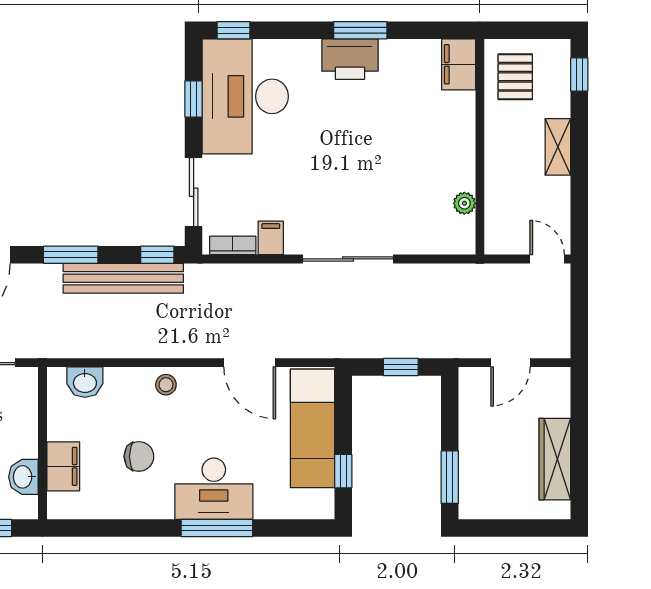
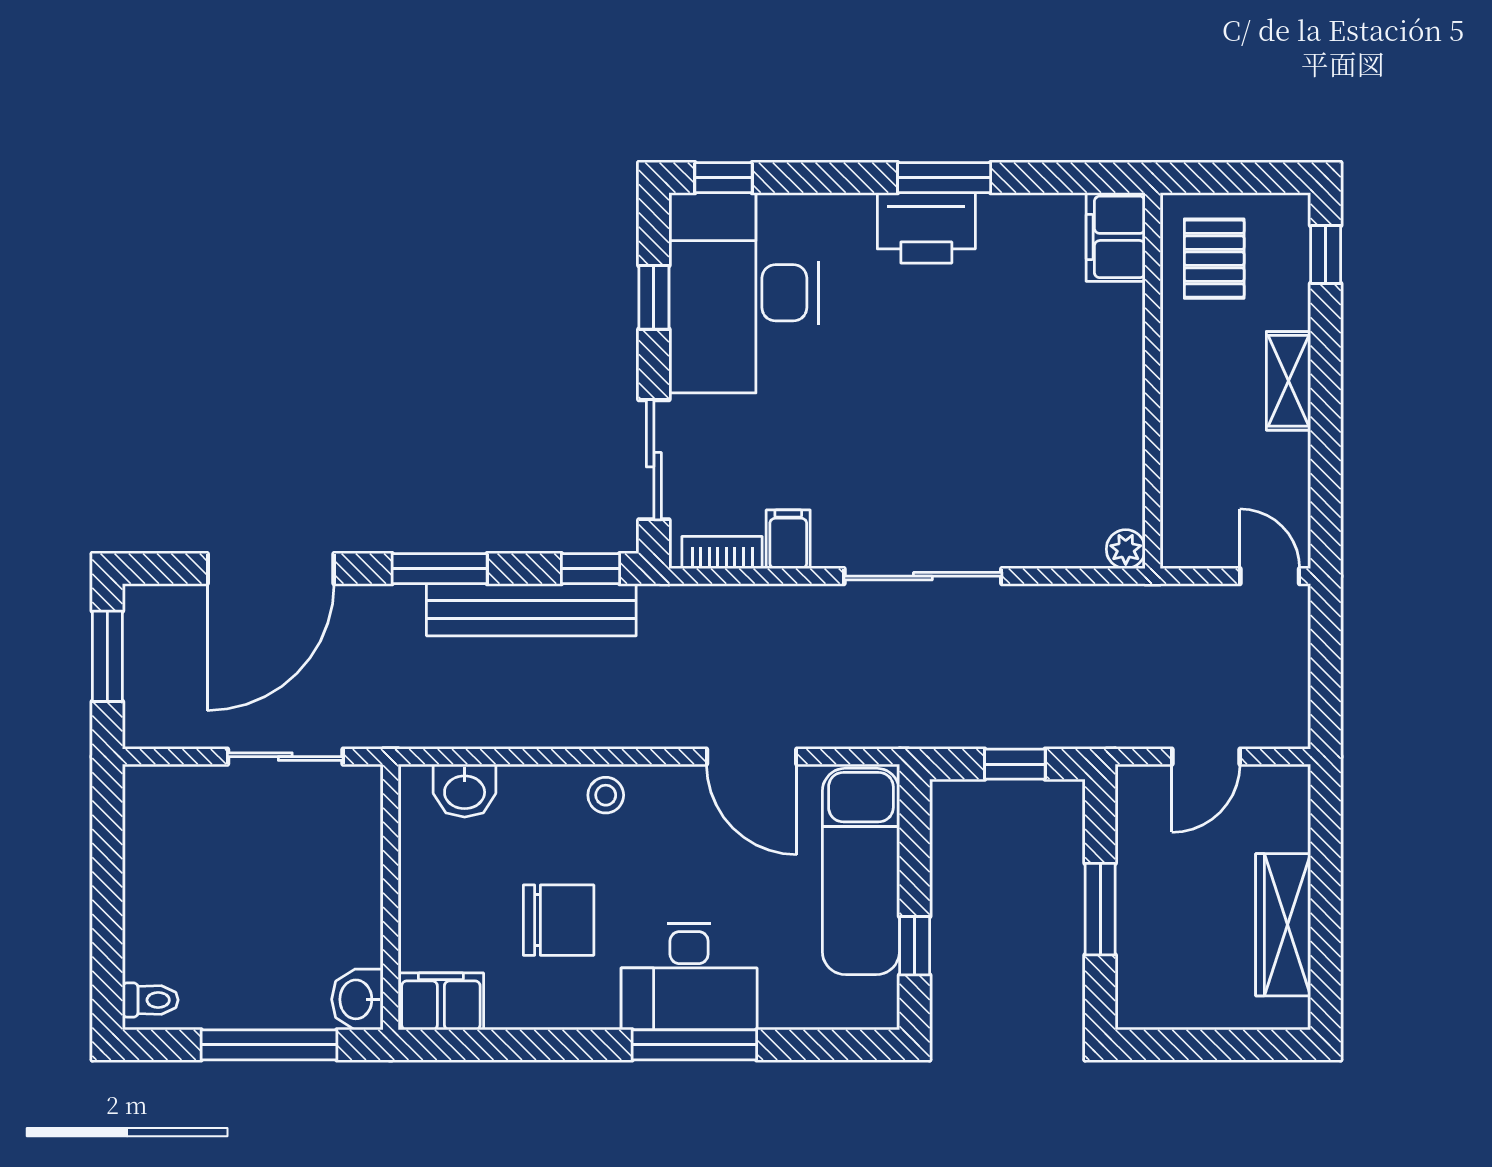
plant: (464, 203) -> (1126, 549), moved
chair: (139, 456) -> (559, 920), width x1.37, depth x1.37
filing cabinet: (63, 466) -> (441, 1001), moved, turned -90
washbasin: (23, 477) -> (357, 999), moved
window: (450, 477) -> (1100, 909), moved

